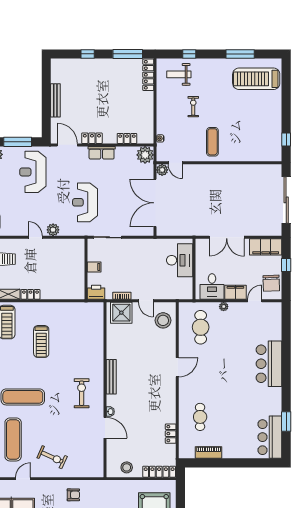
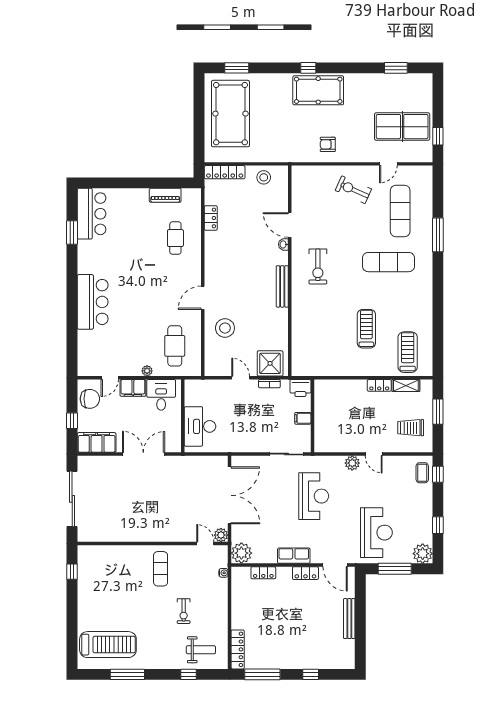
chair: (271, 283) -> (90, 399), turned 92
stool: (163, 320) -> (225, 328), moved

